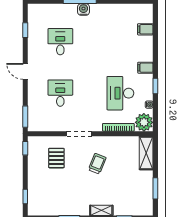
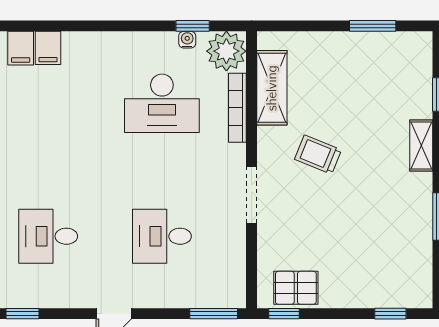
filing cabinet: (145, 68) -> (48, 48), moved
window: (155, 86) -> (193, 26), moved
shelving: (146, 153) -> (272, 88), moved, turned 90
pallet: (56, 158) -> (296, 288), moved

